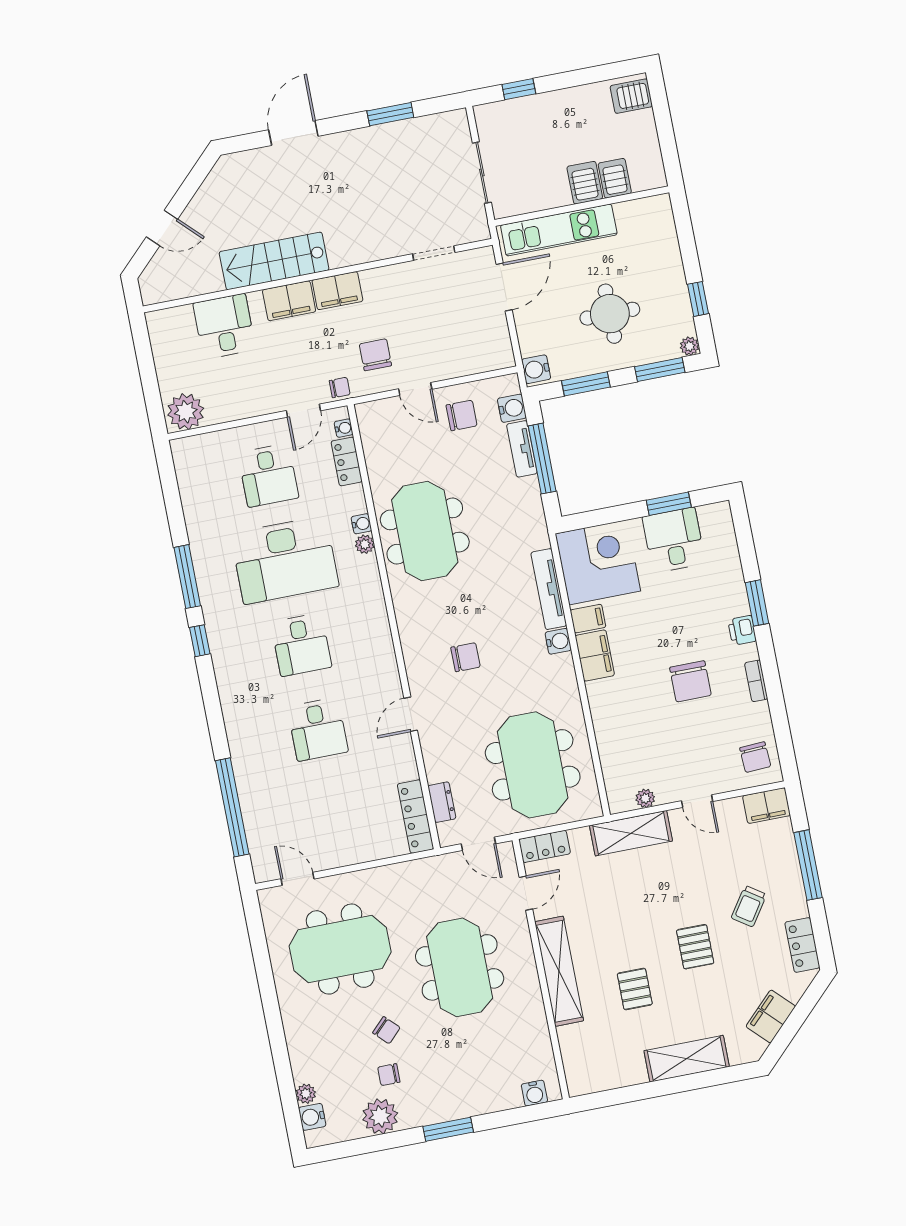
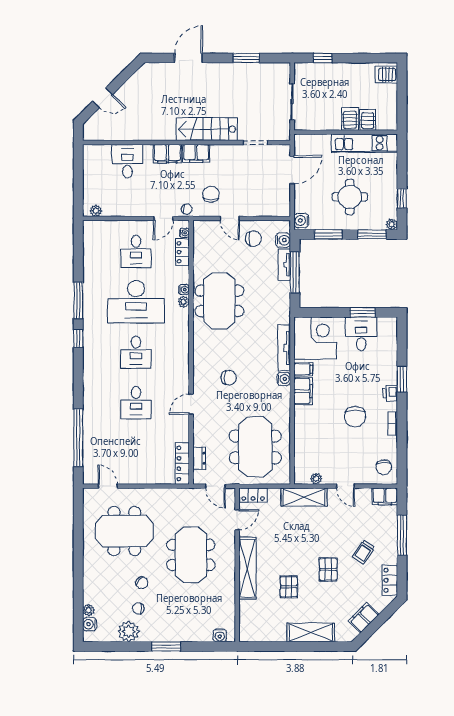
kitchen unit: (559, 230) -> (364, 143), moved
stairs: (274, 261) -> (207, 129), moved
plant: (186, 412) -> (96, 211), width x0.53, depth x0.53

